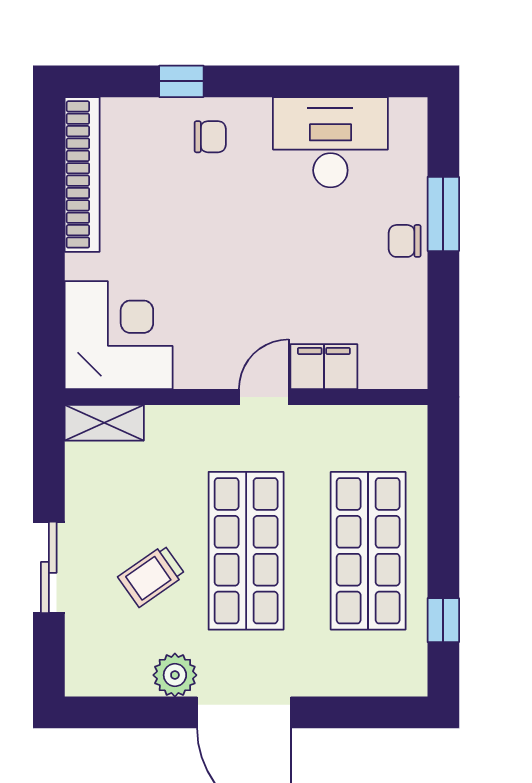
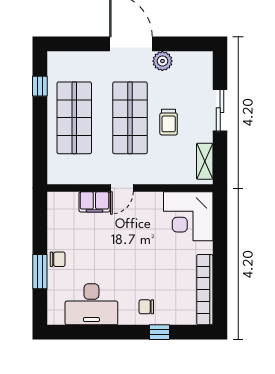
shelving: (104, 423) -> (205, 161), moved, turned 90
trolley: (152, 576) -> (169, 122), moved, turned 125

